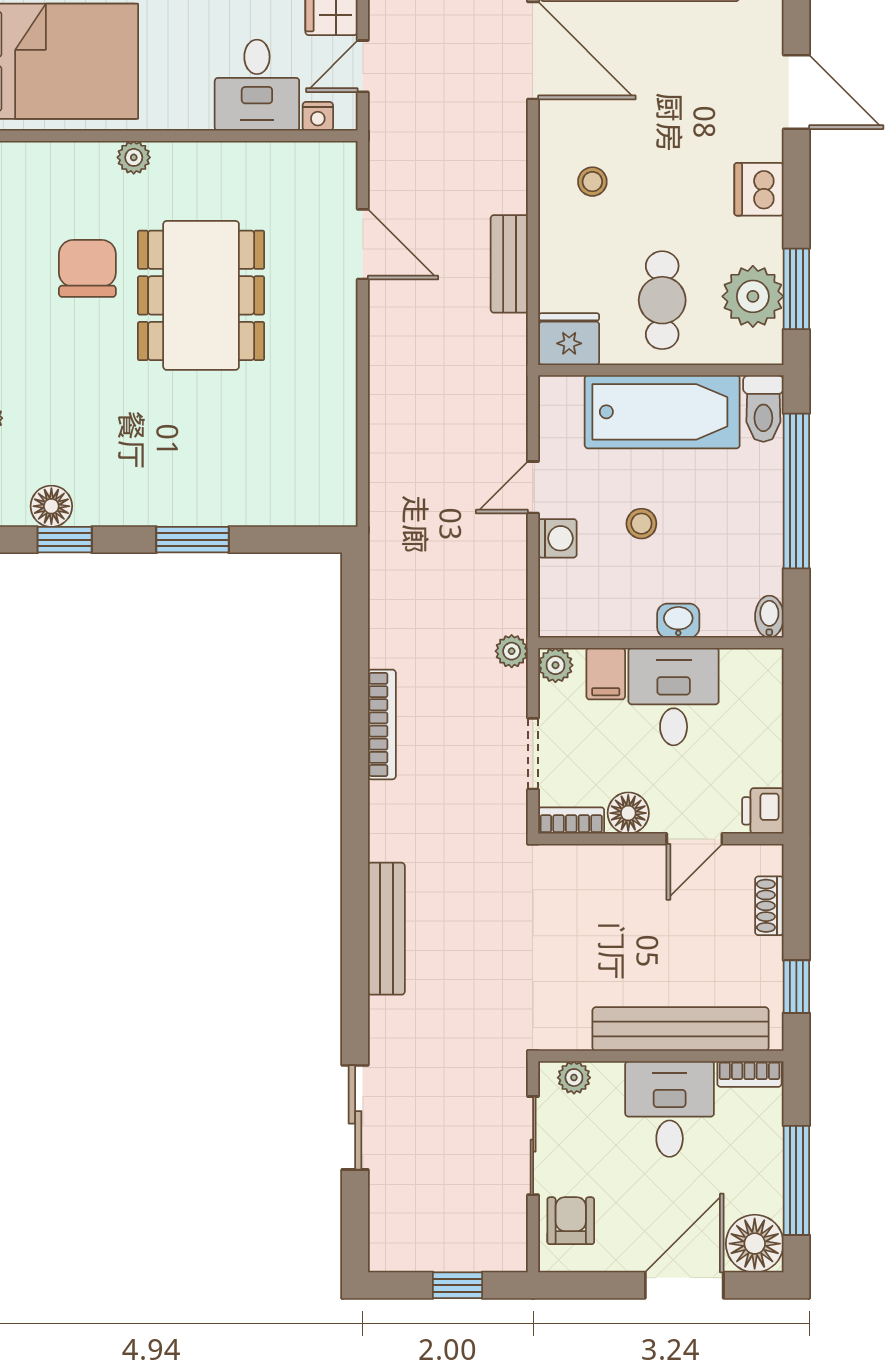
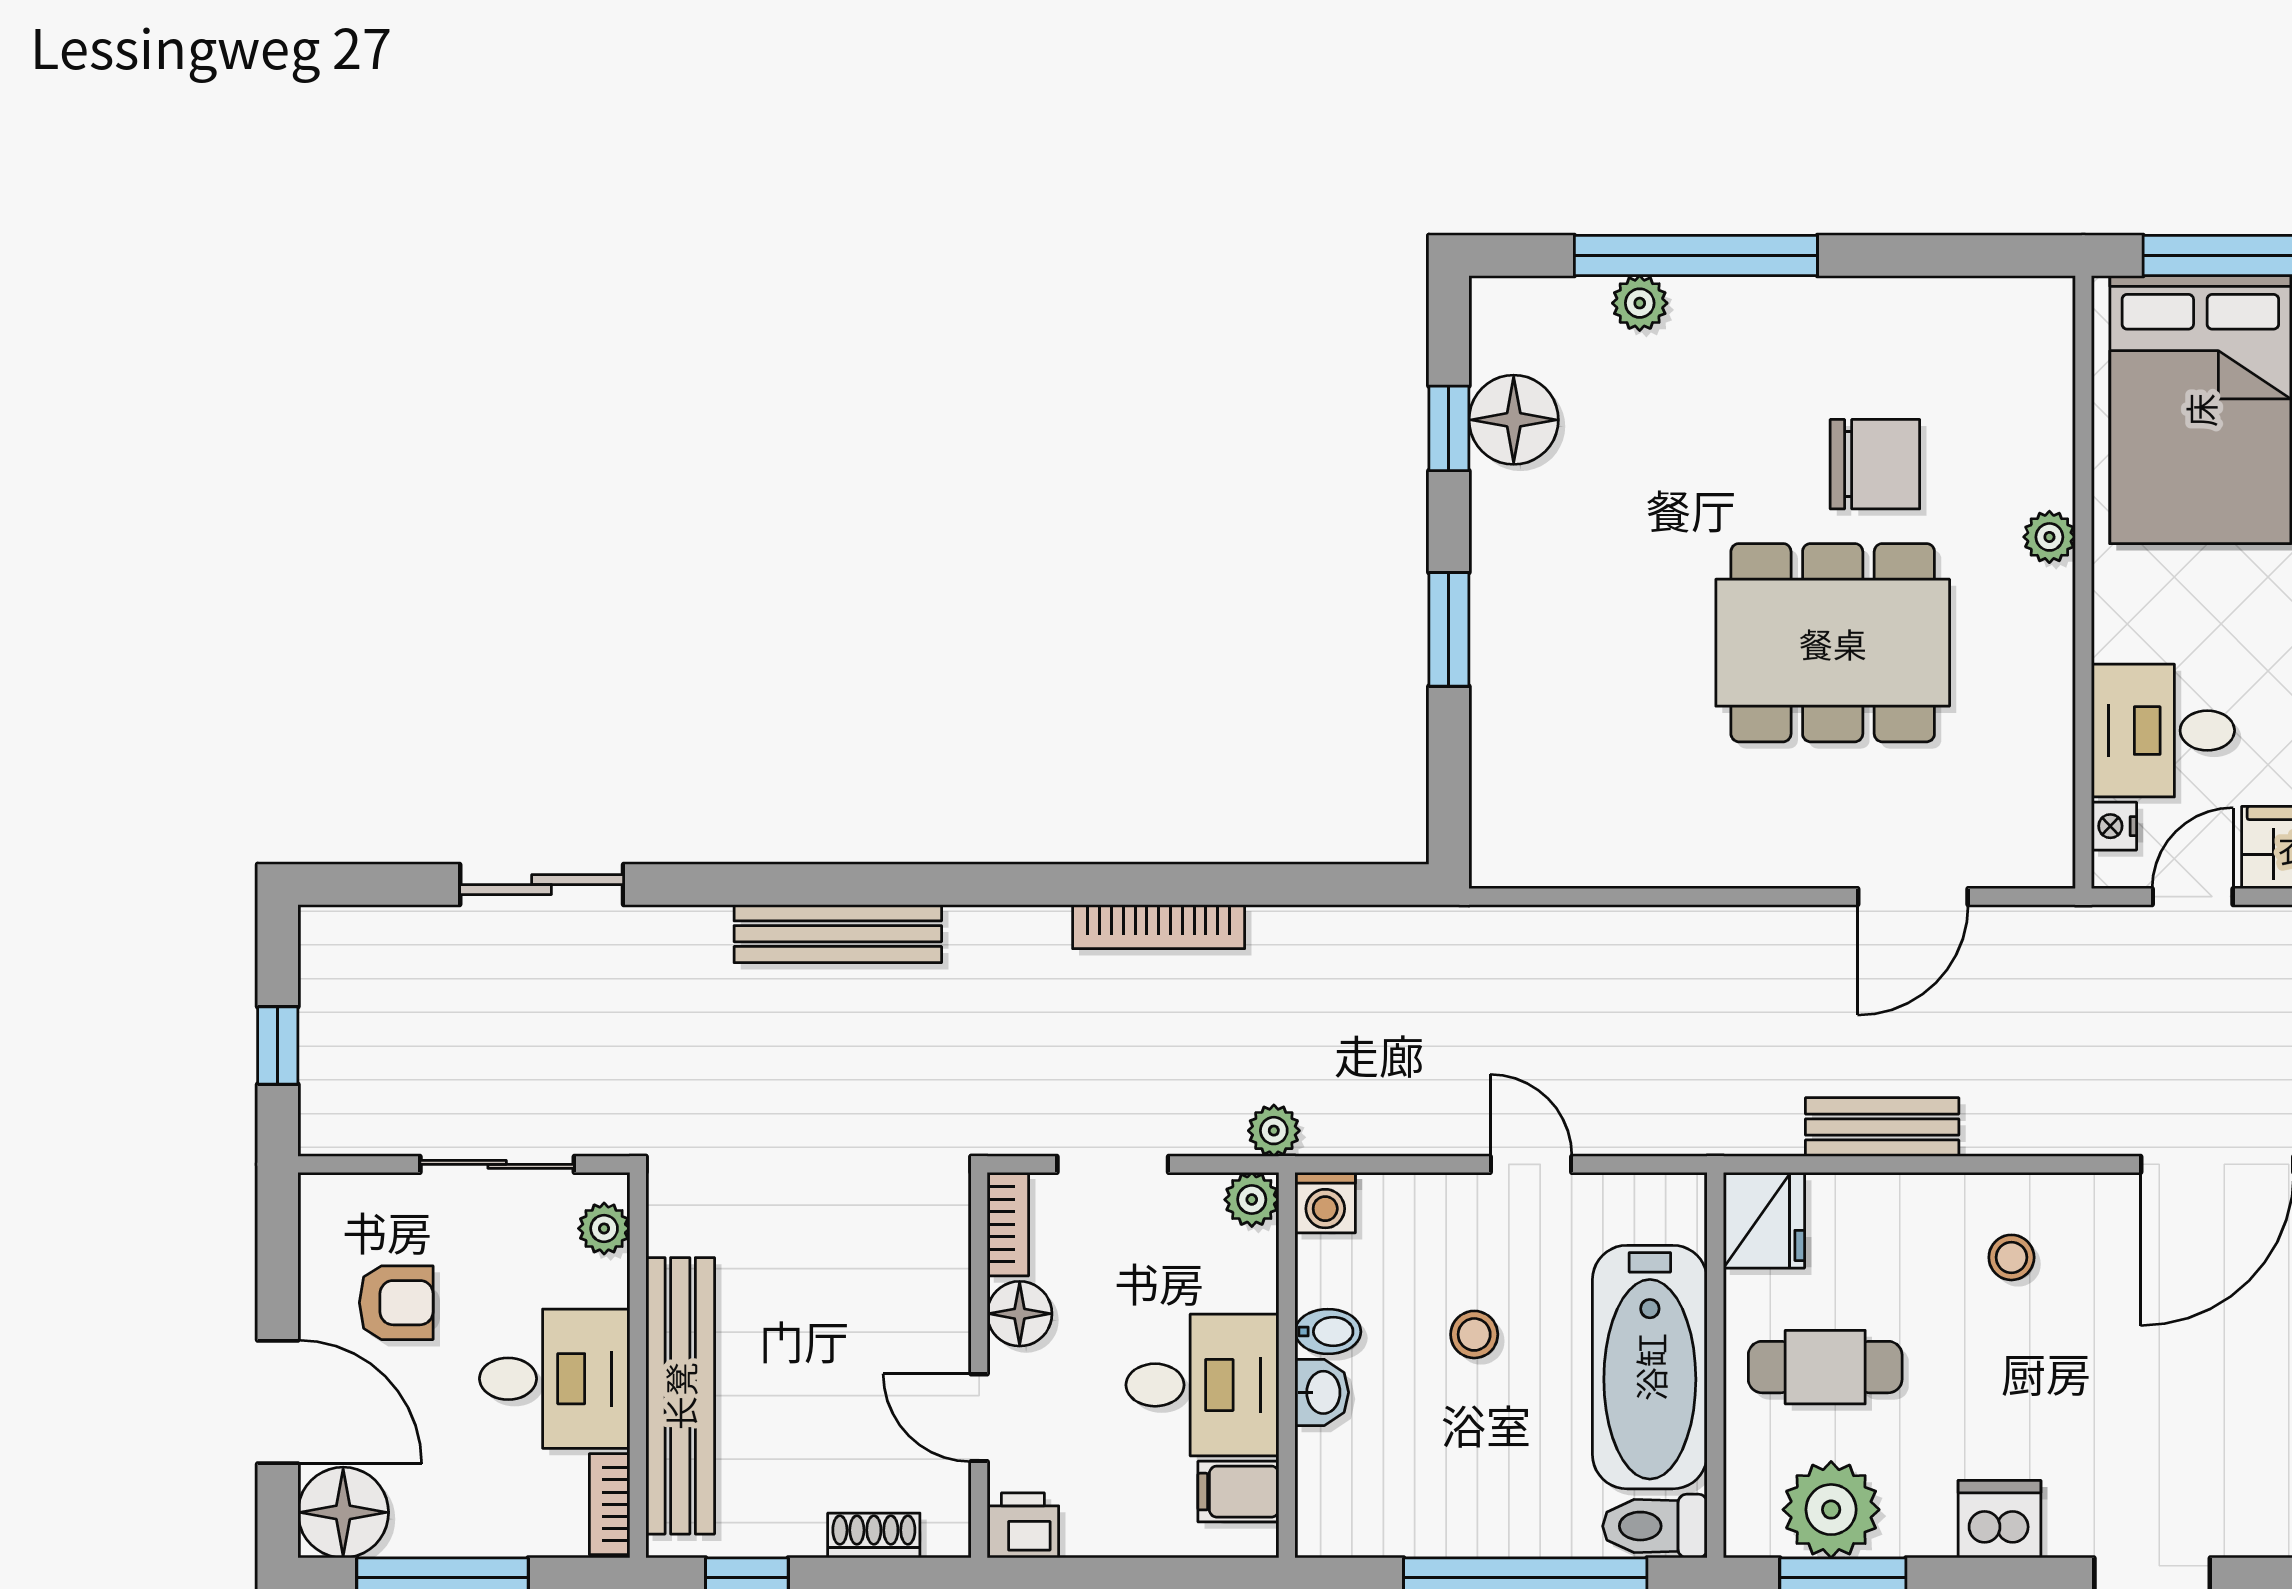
door: (363, 66) -> (2193, 897), hinge flipped
floor lamp: (51, 506) -> (1514, 420), width x1.38, depth x1.38
washing machine: (557, 538) -> (1325, 1203), moved
bidet: (769, 617) -> (1328, 1332), moved
filing cabinet: (606, 674) -> (1238, 1492), moved
armchair: (571, 1221) -> (396, 1303), moved

